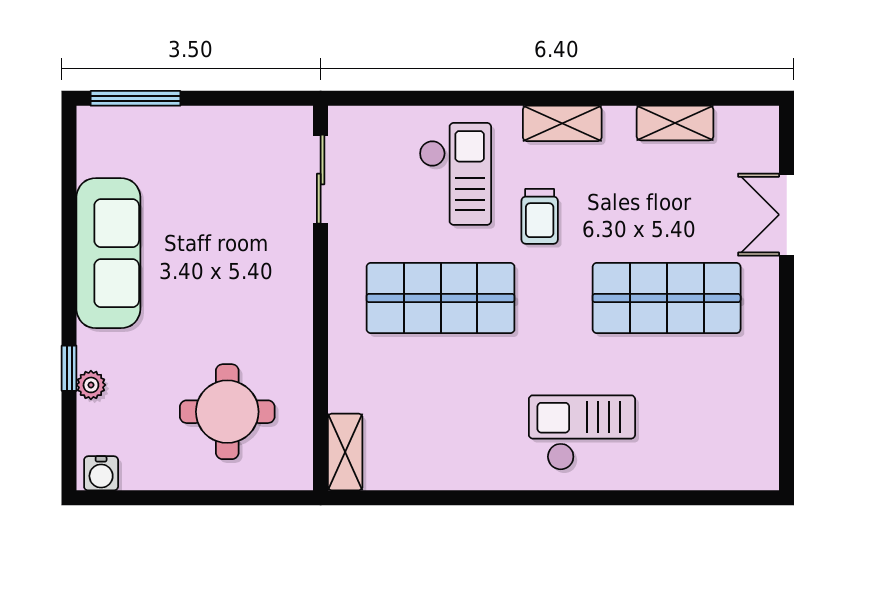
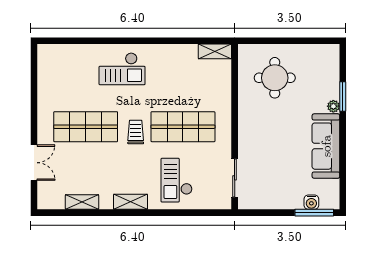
trolley: (540, 216) -> (136, 132), moved
window: (69, 368) -> (343, 96), width x1.50
plant: (91, 385) -> (333, 106), moved
shelving: (345, 452) -> (215, 51), moved, turned 90
water cooler: (101, 473) -> (311, 202), moved, turned 180

